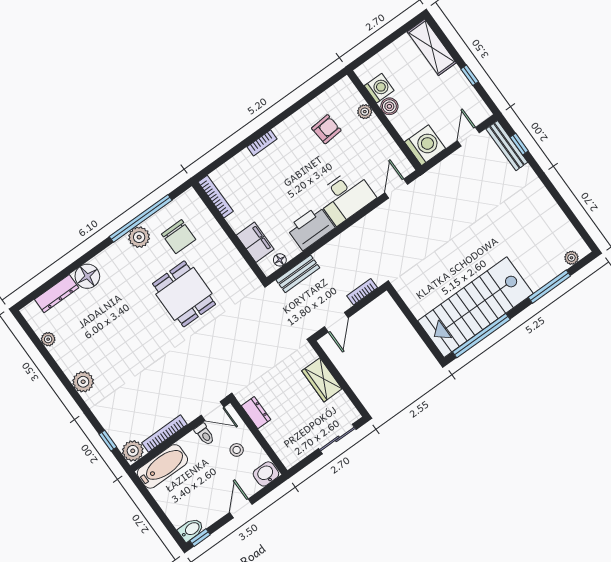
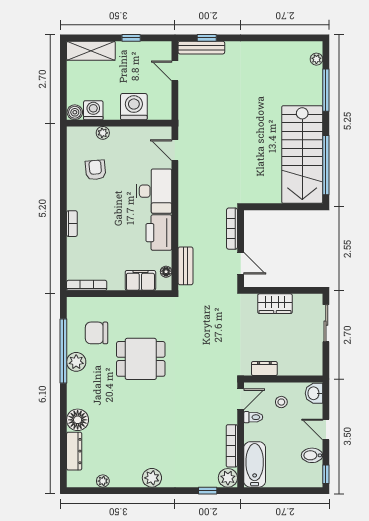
boiler: (389, 106) -> (75, 112), moved
washing machine: (425, 145) -> (134, 107), moved
chair: (179, 237) -> (96, 333), turned 180
bookcase: (362, 292) -> (232, 229), width x1.56
bidet: (191, 530) -> (312, 455), moved, turned -90

